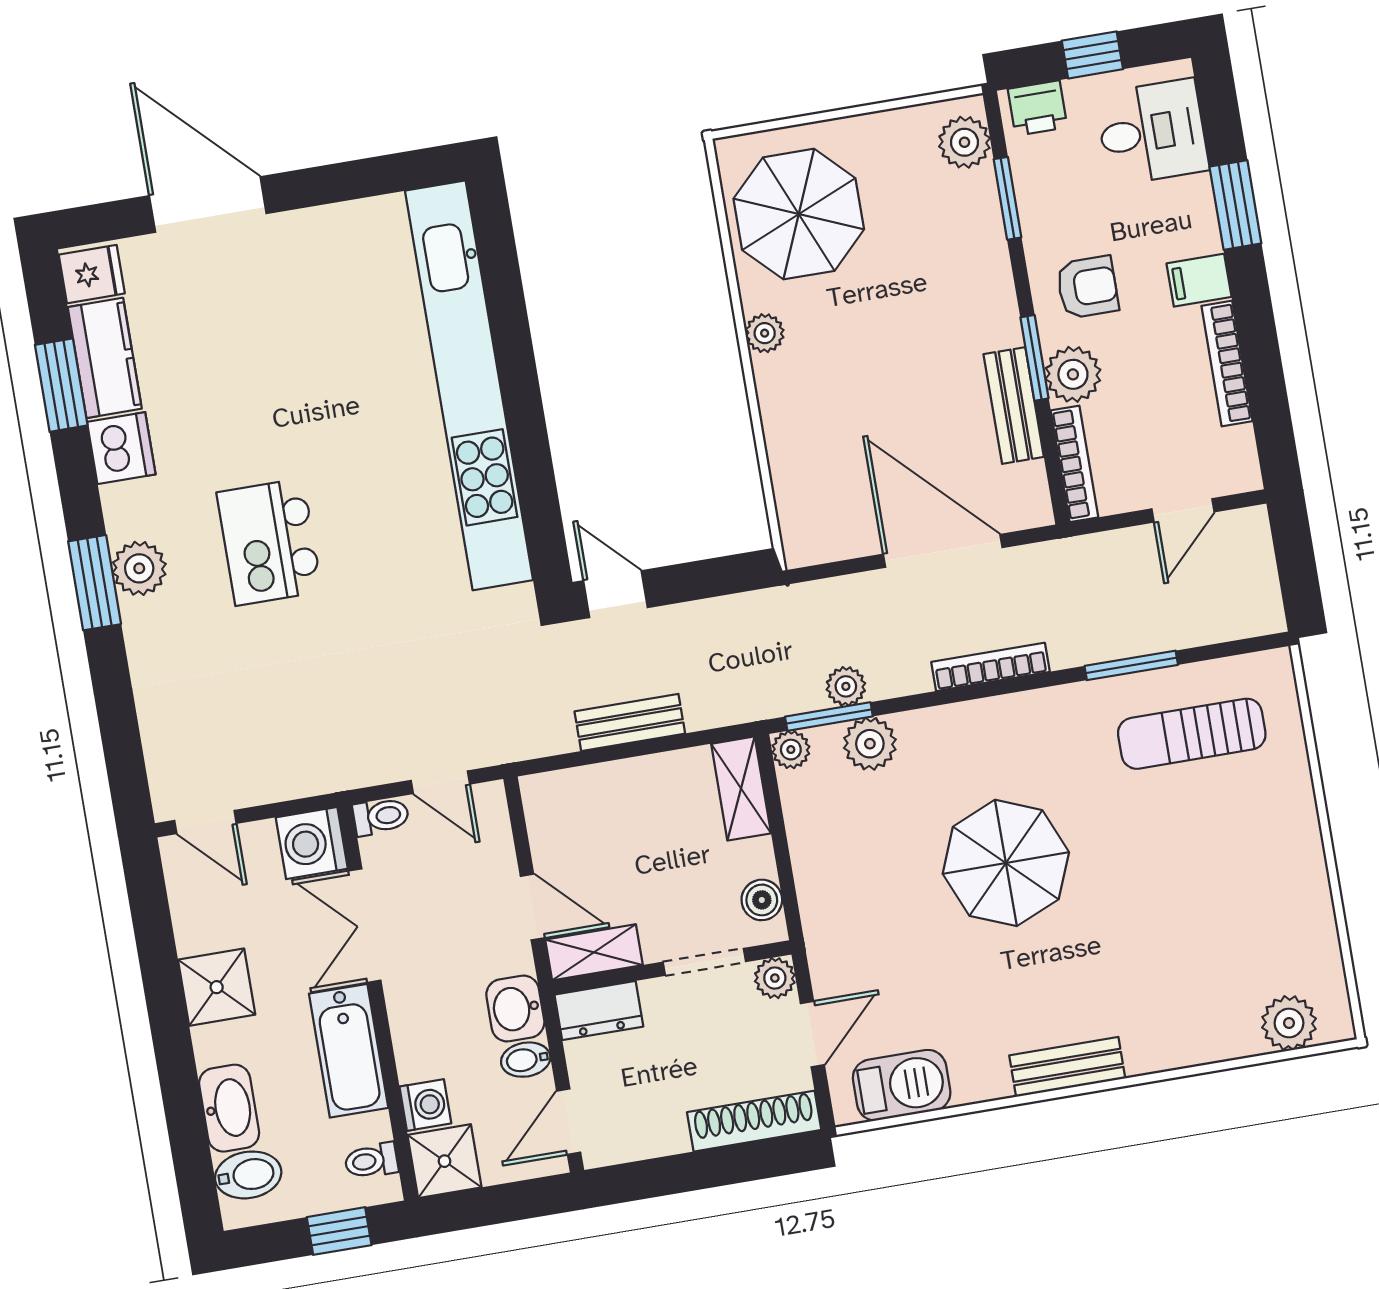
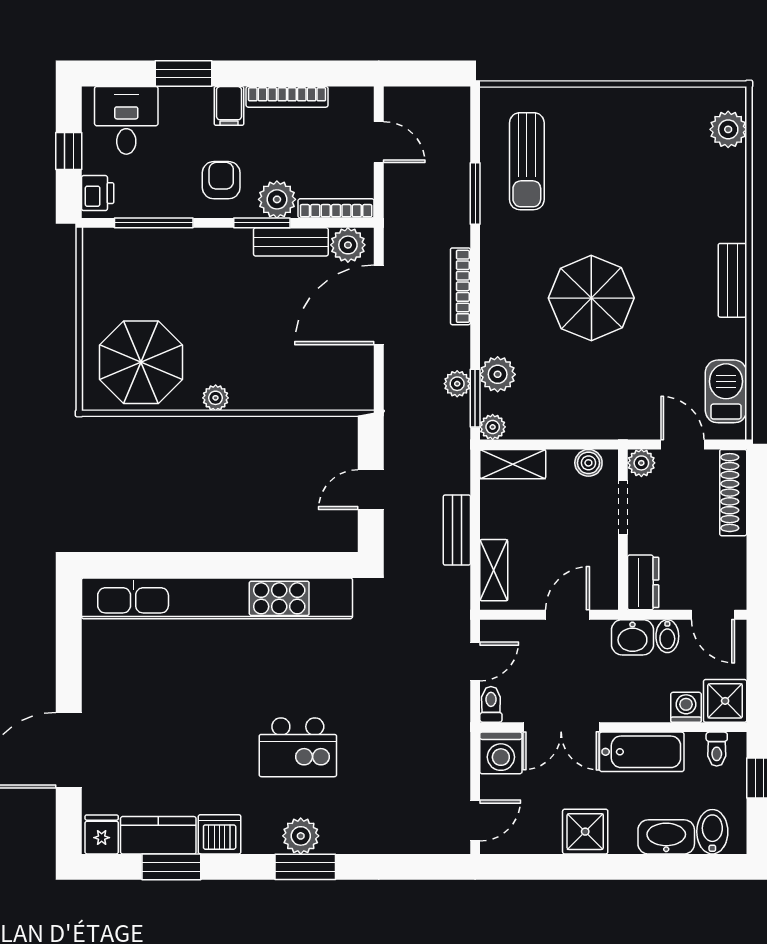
plant: (964, 142) -> (348, 245), moved
window: (1008, 198) -> (154, 223), width x1.44
door: (615, 594) -> (371, 490), moved
shelving: (594, 952) -> (494, 570), moved

